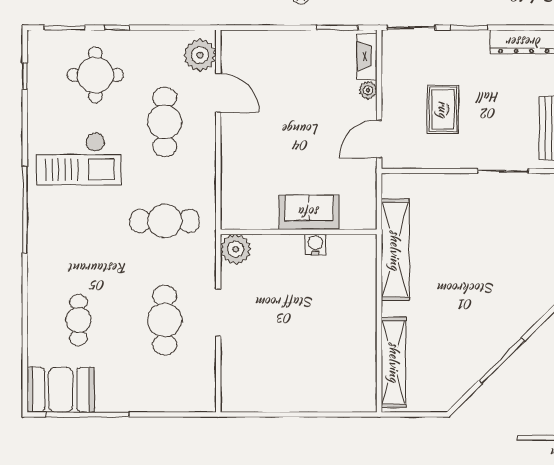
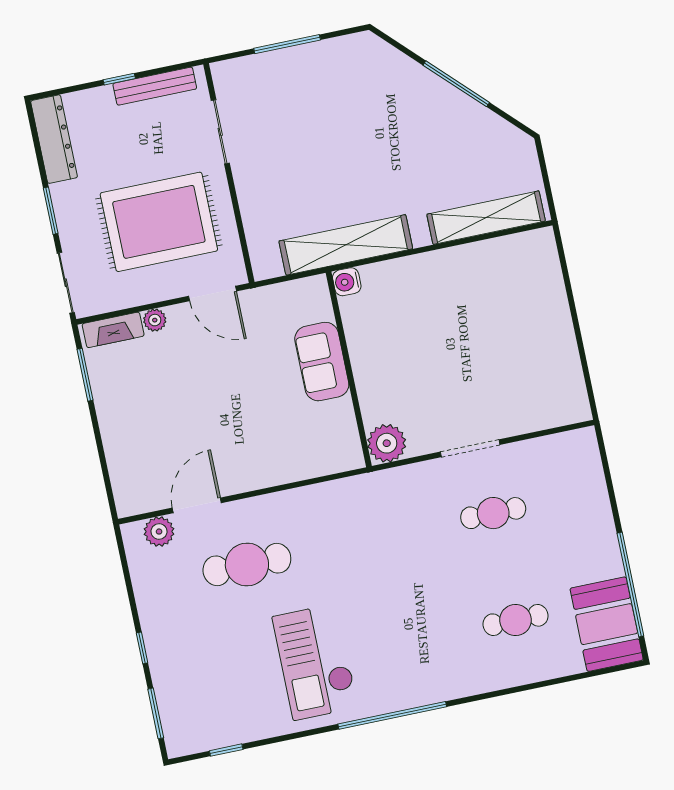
plant: (200, 55) -> (159, 532), width x0.73, depth x0.73
round table: (95, 75) -> (206, 663), removed
rug: (443, 109) -> (159, 222), width x1.86, depth x2.06
checkout: (78, 159) -> (315, 662), turned 180
cafe table: (165, 221) -> (370, 539), removed
water cooler: (315, 244) -> (347, 282), moved
cafe table: (165, 320) -> (493, 513), width x0.73, depth x0.74

